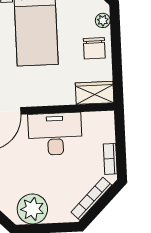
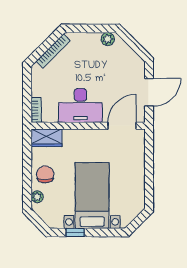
bookcase: (110, 159) -> (36, 110), moved
plant: (32, 209) -> (108, 39), width x0.53, depth x0.53

